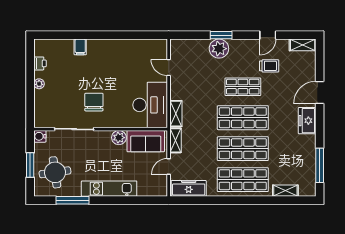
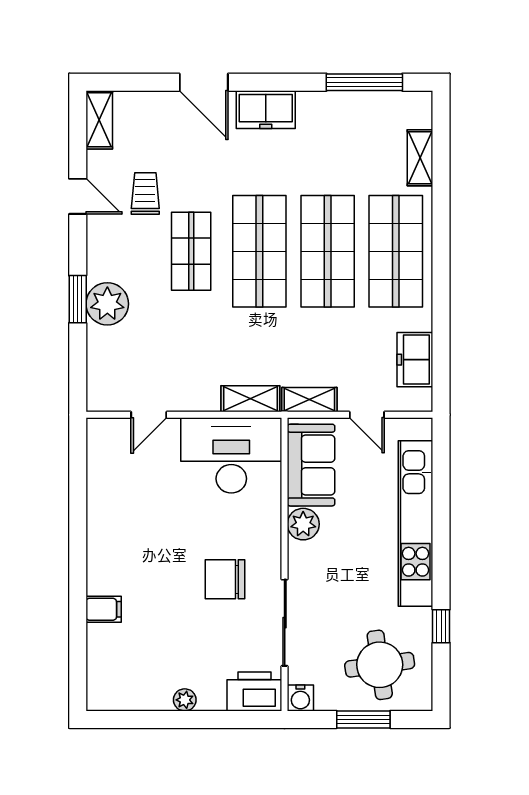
printer: (40, 63) -> (254, 691), moved, width x1.87, depth x1.48
freezer: (189, 188) -> (415, 360), width x0.71
kitchen unit: (109, 189) -> (415, 524), width x1.36
window: (73, 200) -> (441, 626), width x0.46

